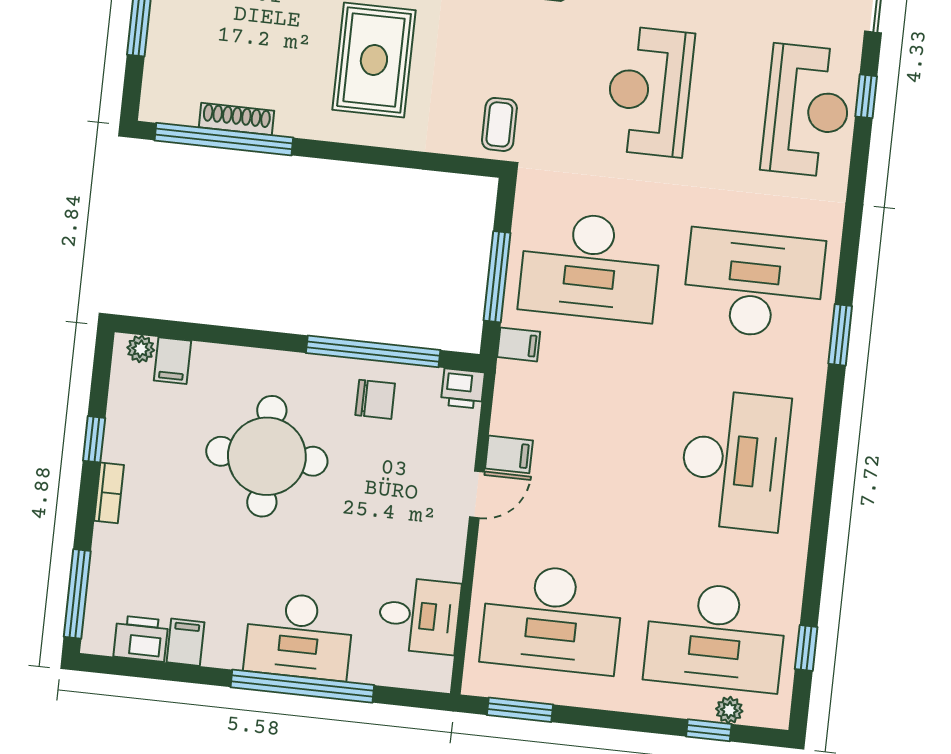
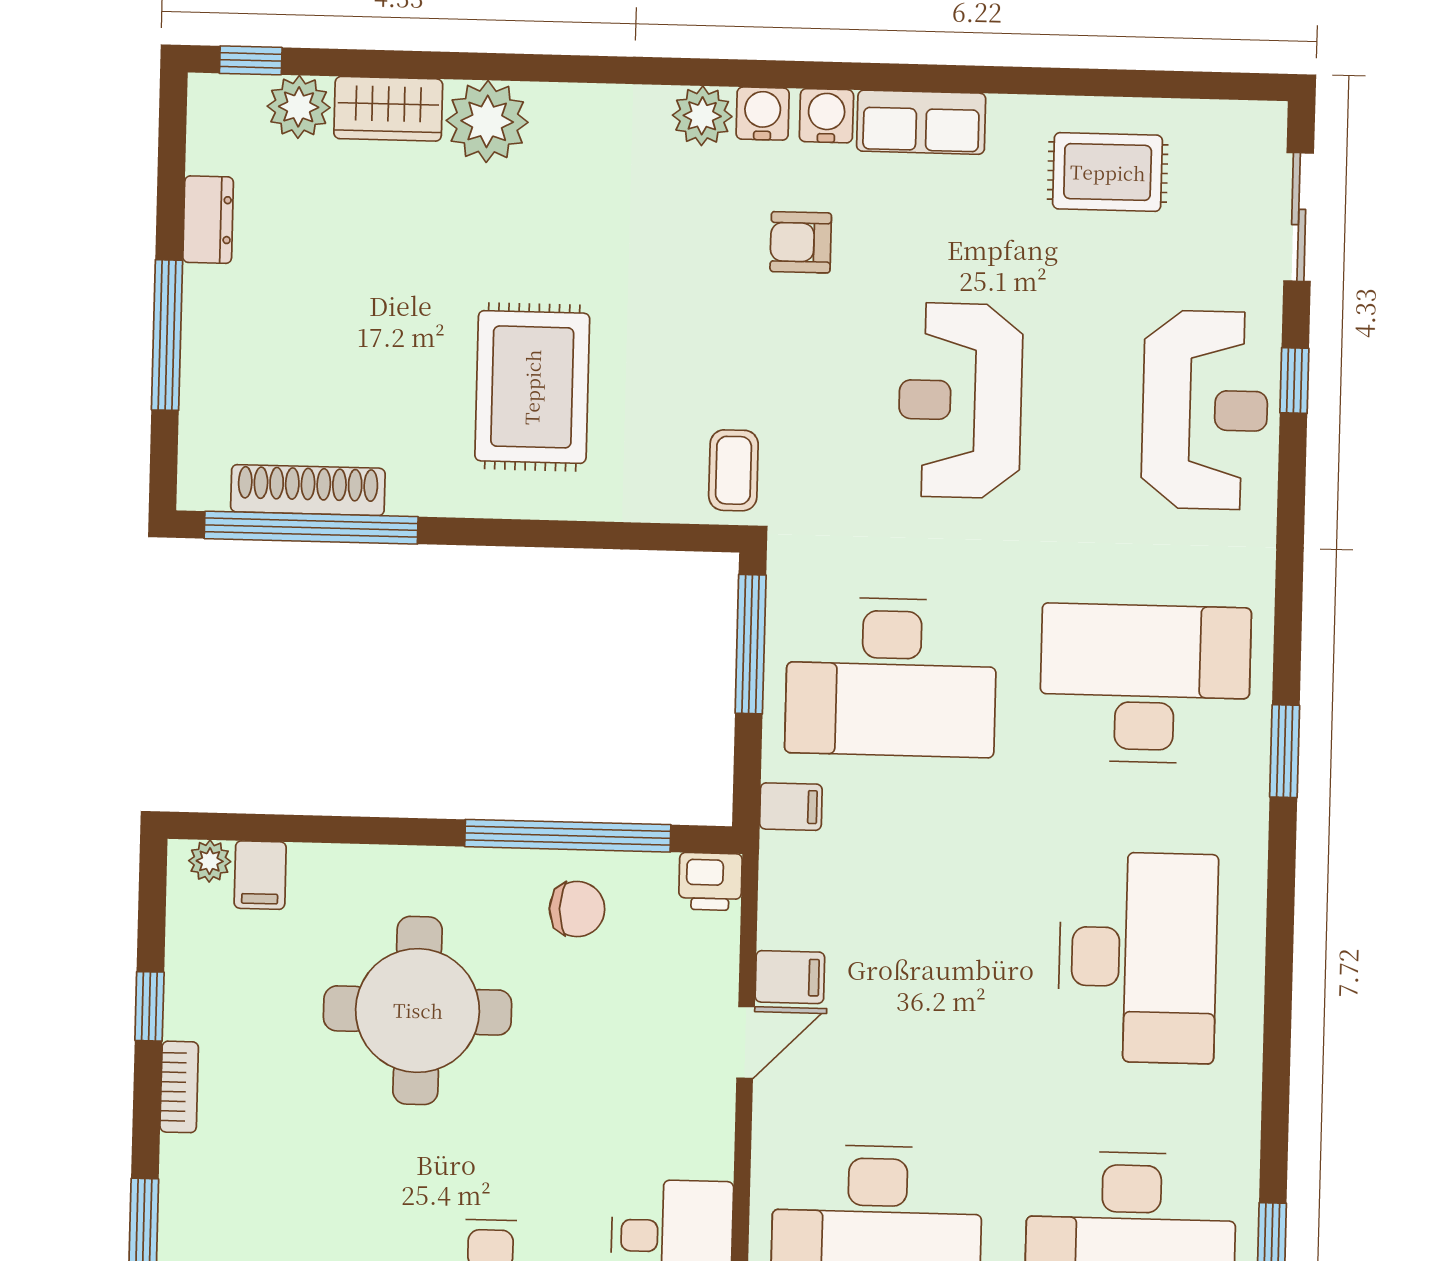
shoe rack: (236, 119) -> (308, 490), width x1.36, depth x1.24
window: (497, 277) -> (751, 644), moved

